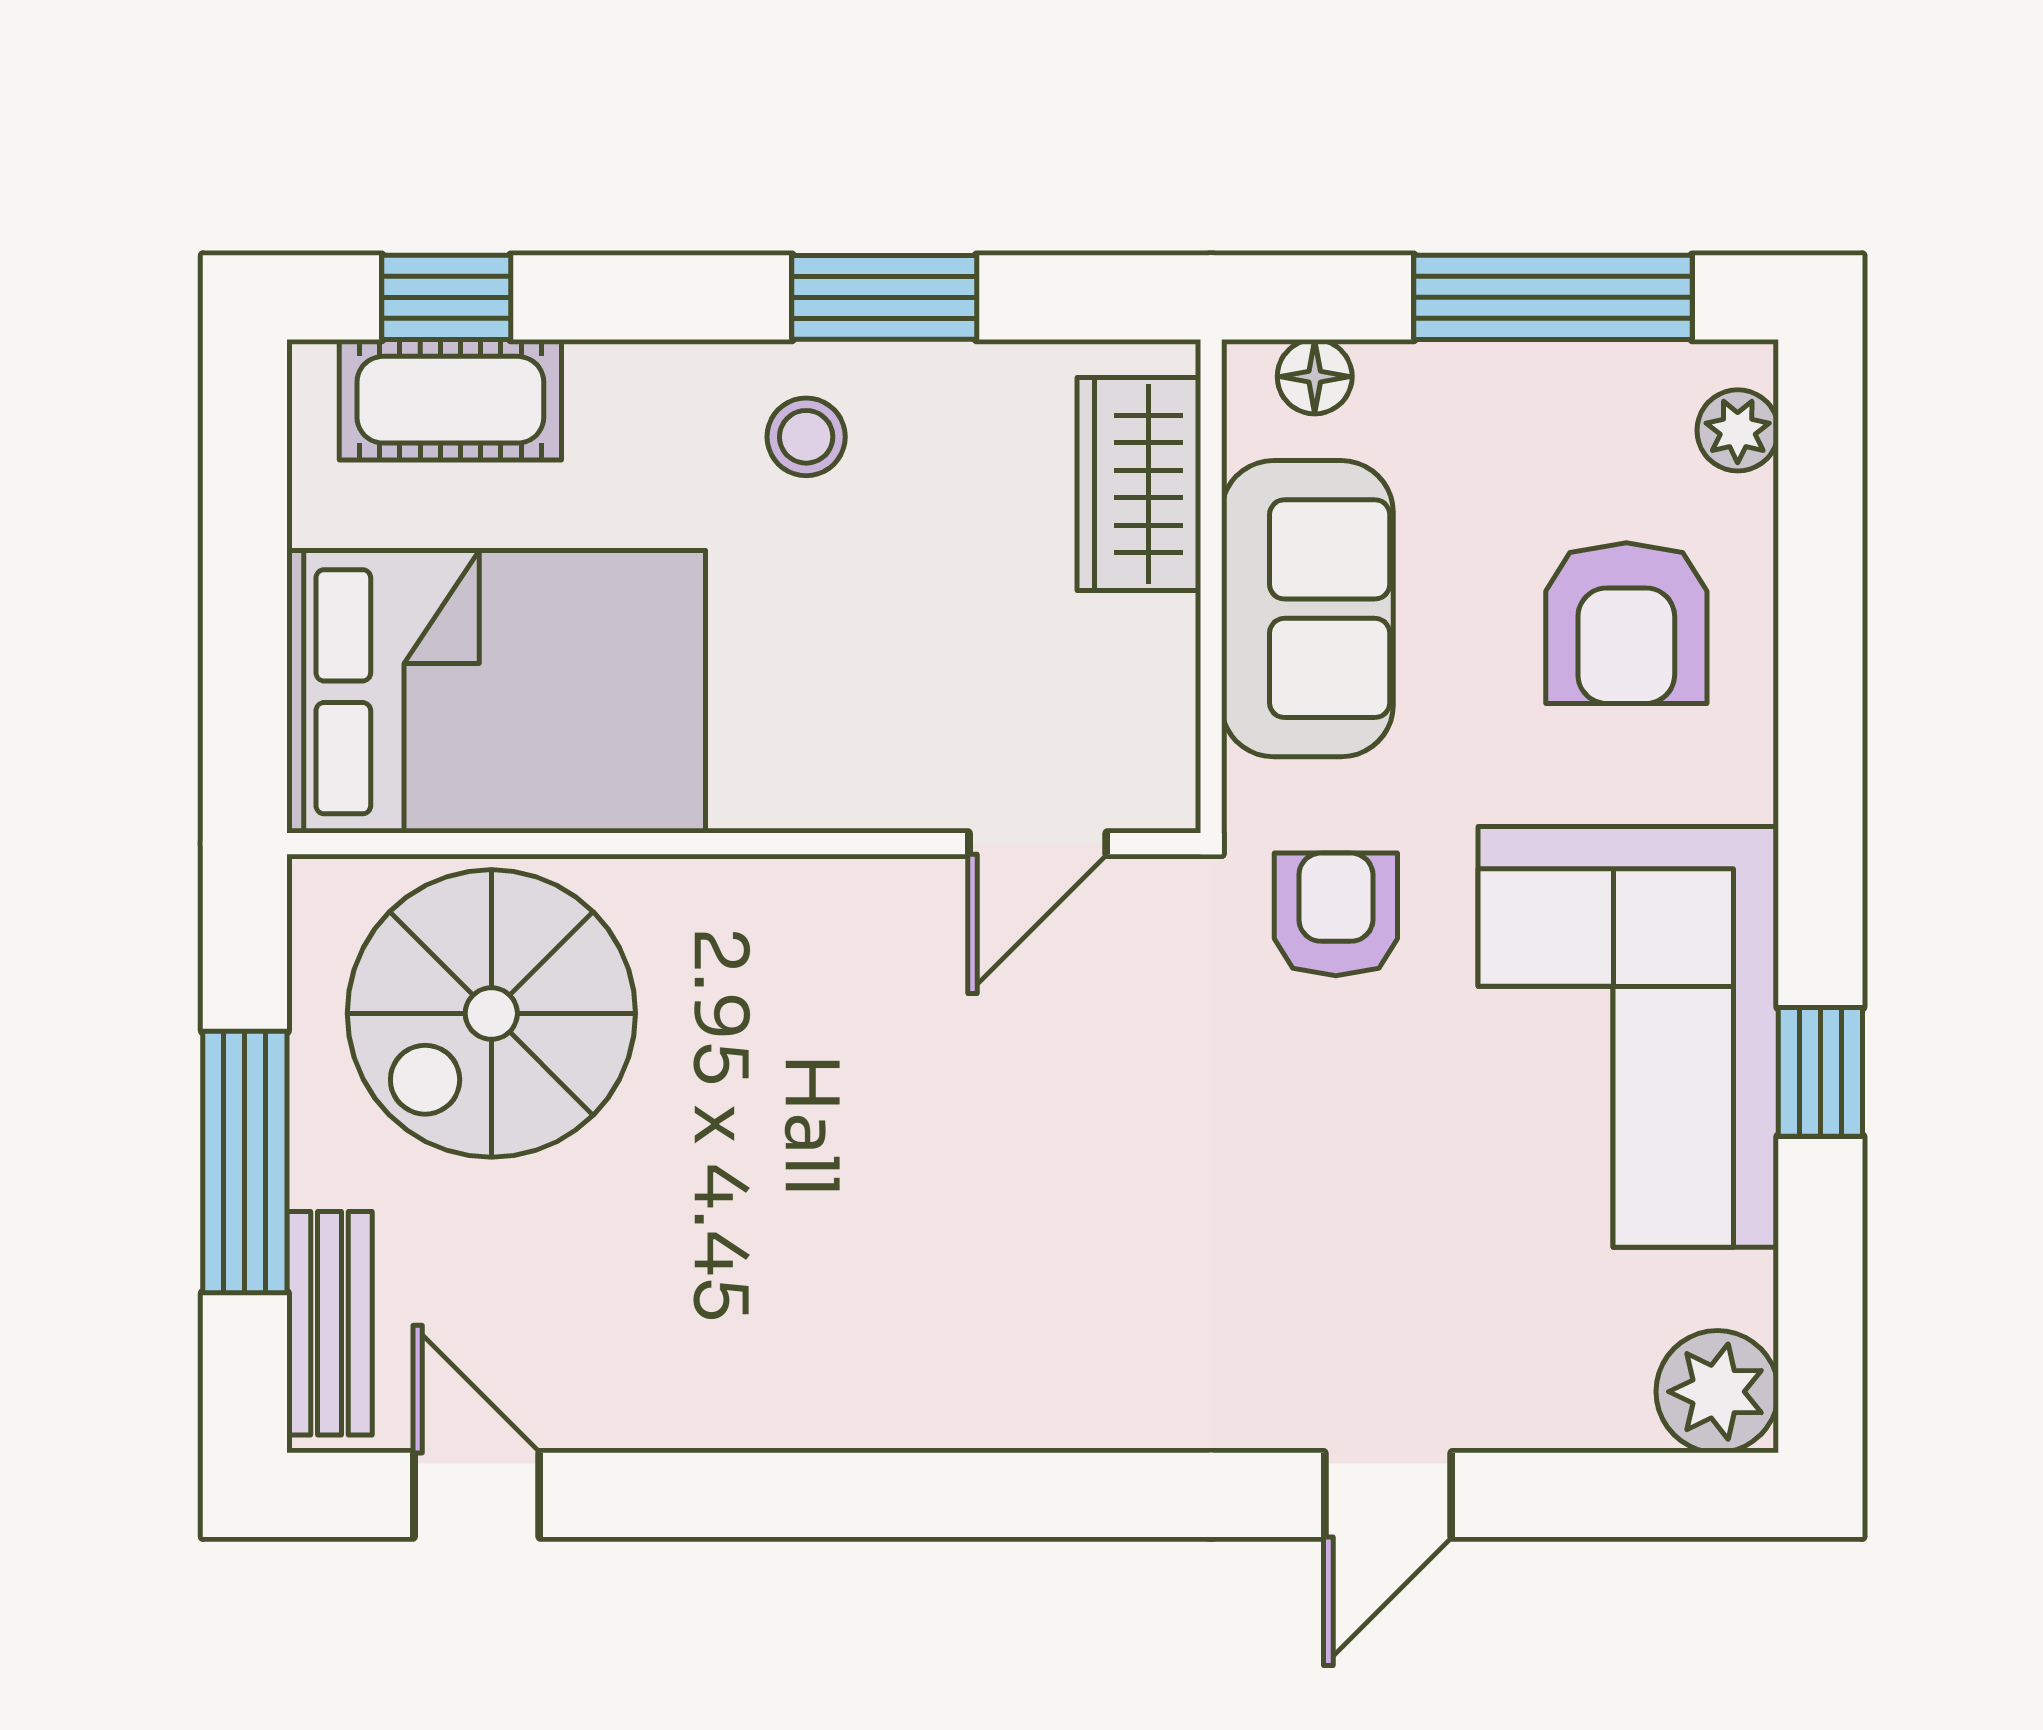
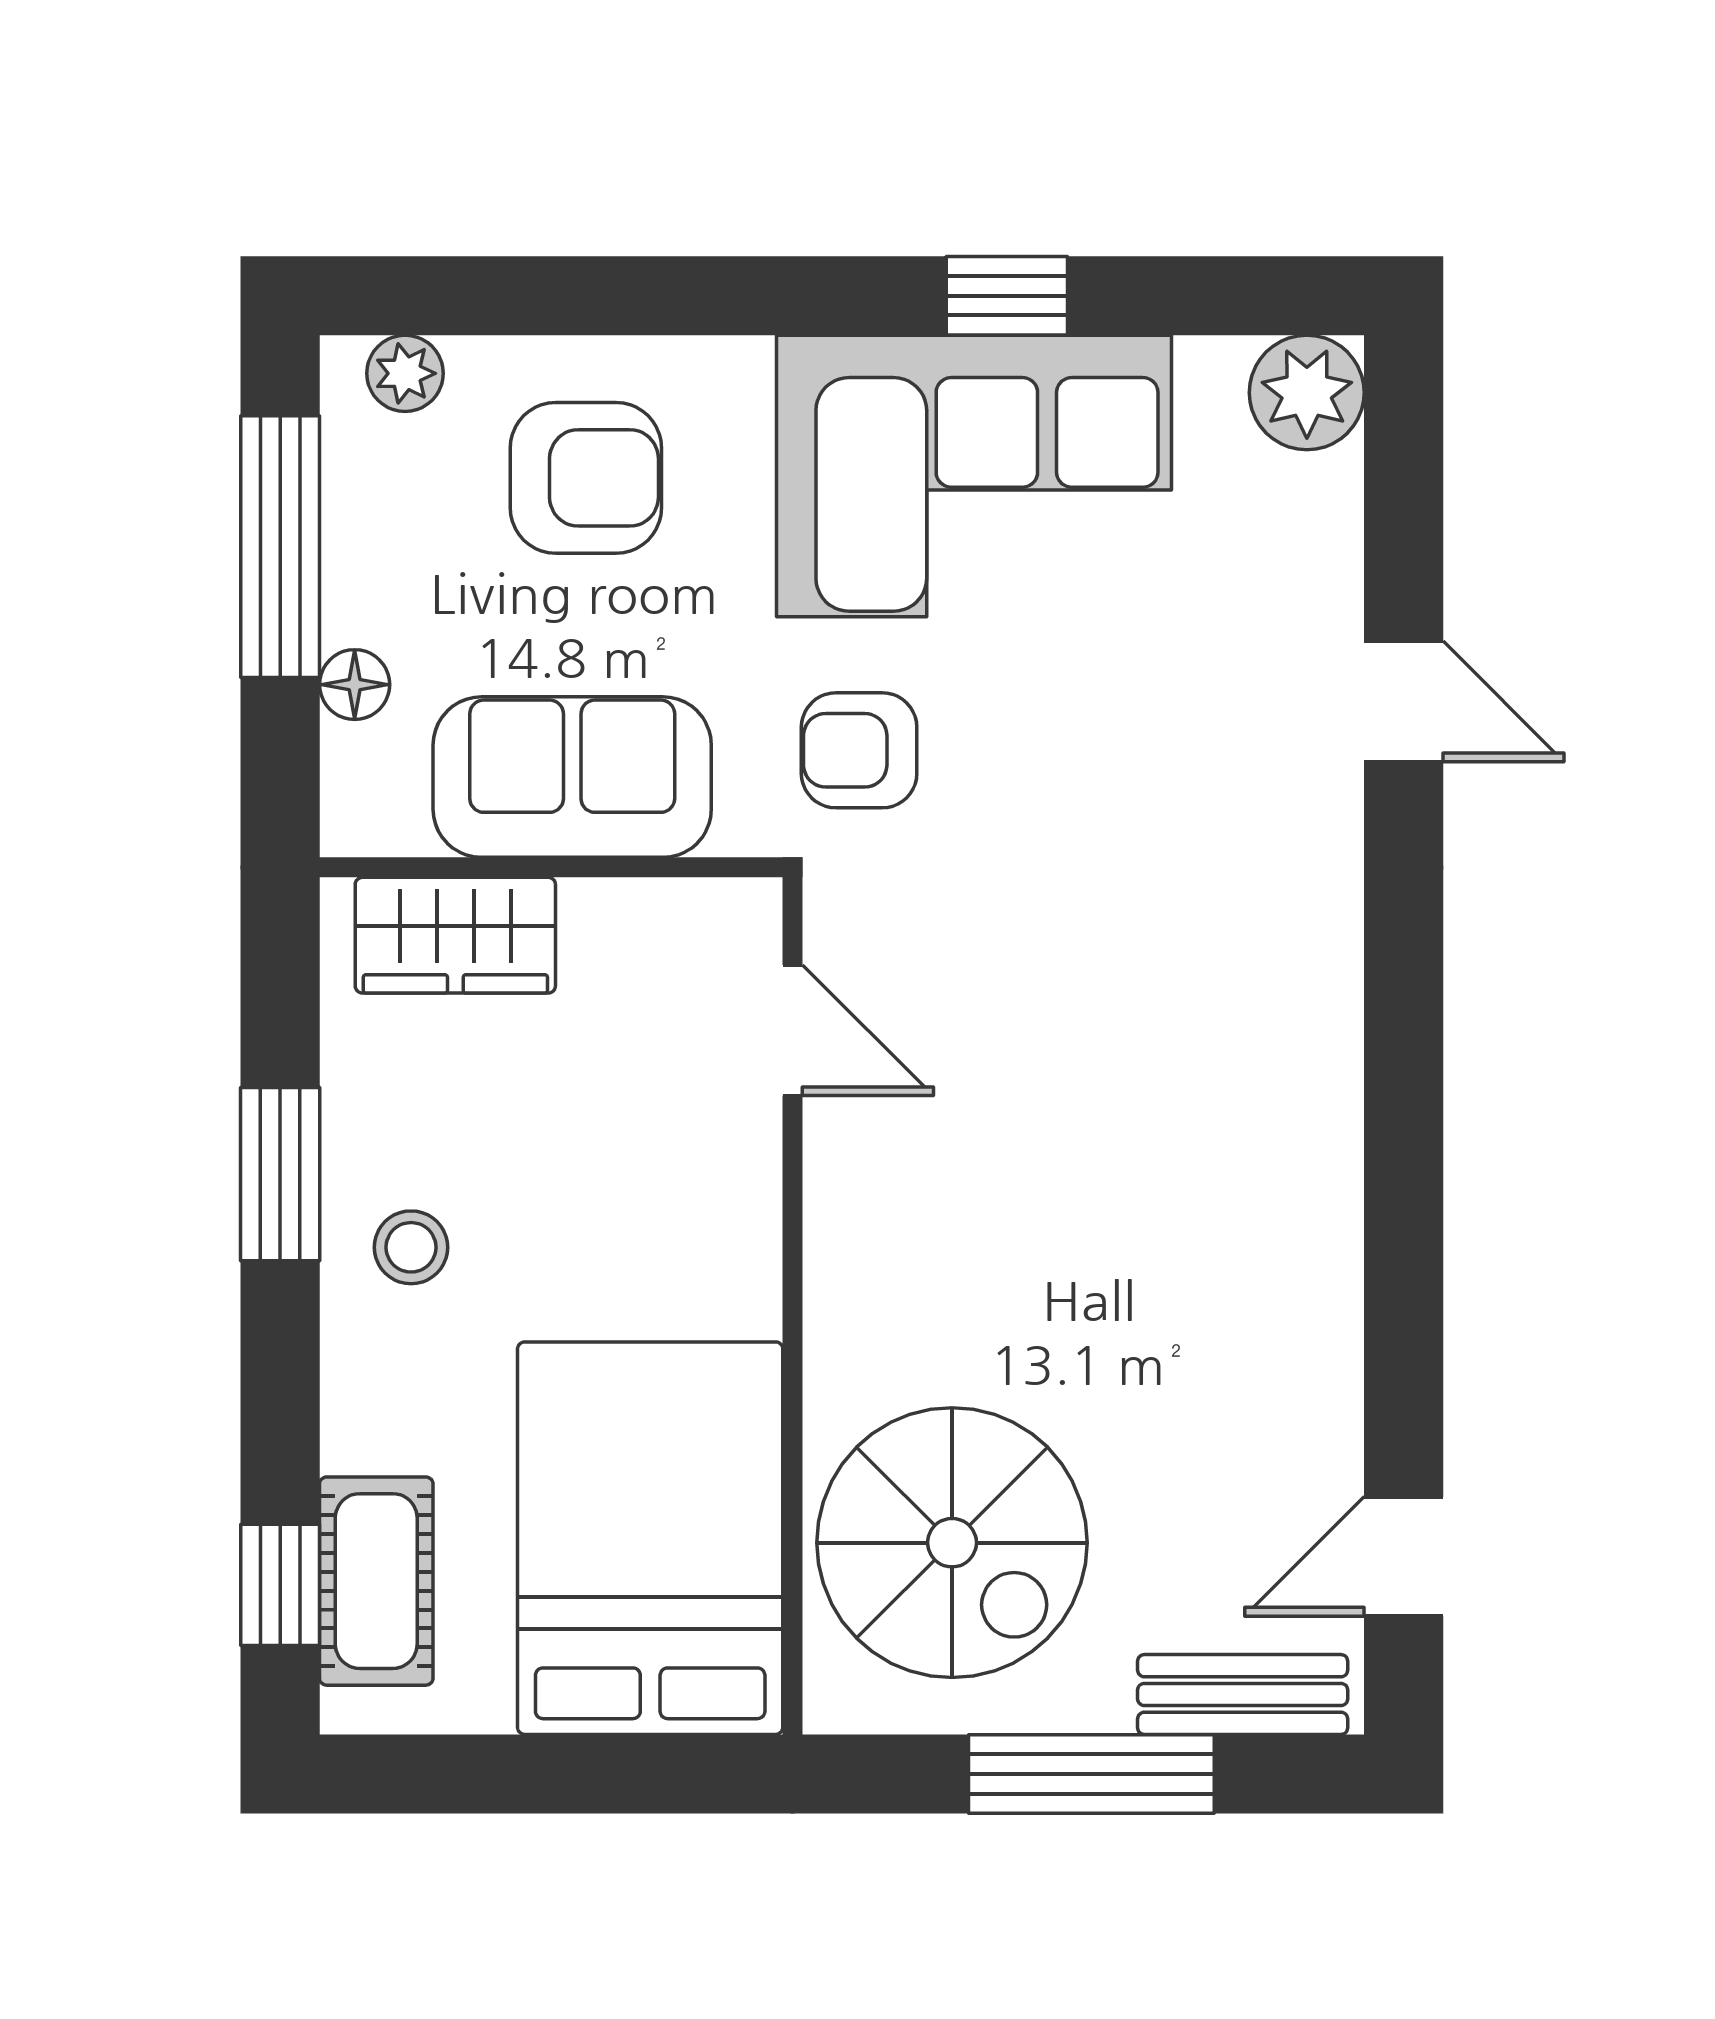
floor lamp: (1315, 377) -> (355, 685), moved

